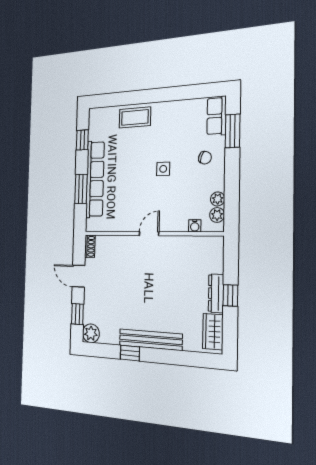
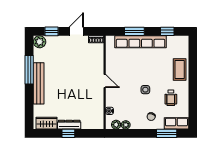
wheelchair: (176, 128) -> (171, 98), added
window: (130, 353) -> (29, 70), width x2.17

